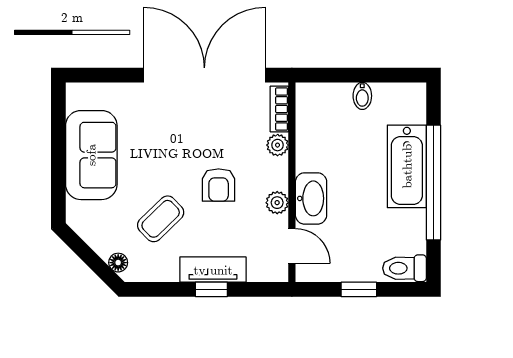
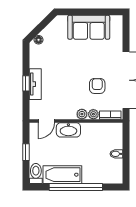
bathtub: (407, 166) -> (62, 175), moved
armchair: (219, 185) -> (97, 86), moved, turned 90
plant: (277, 203) -> (82, 114), moved
coffee table: (161, 219) -> (59, 60), removed

